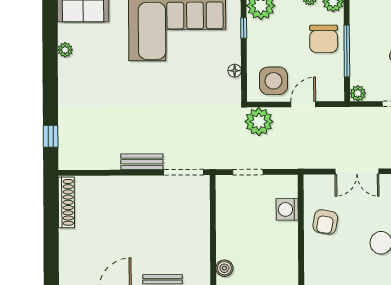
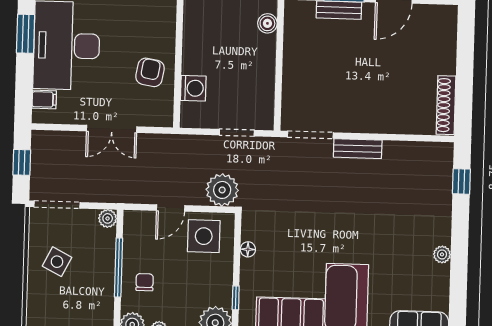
chair: (324, 39) -> (145, 282), width x0.54, depth x0.54
plant: (65, 50) -> (442, 254), moved
double door: (357, 171) -> (112, 129), swing flipped

